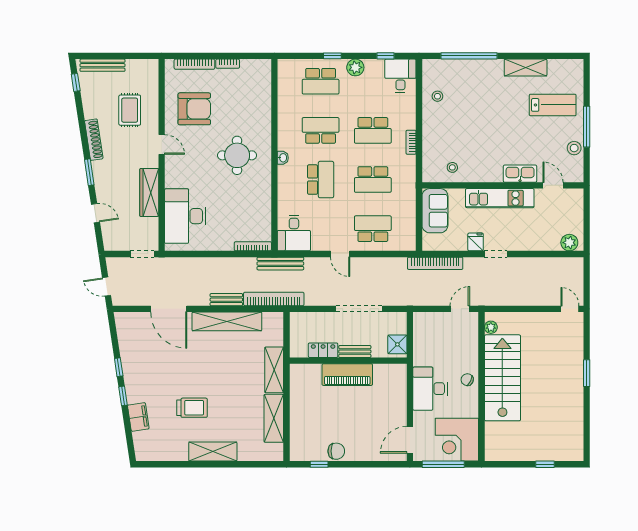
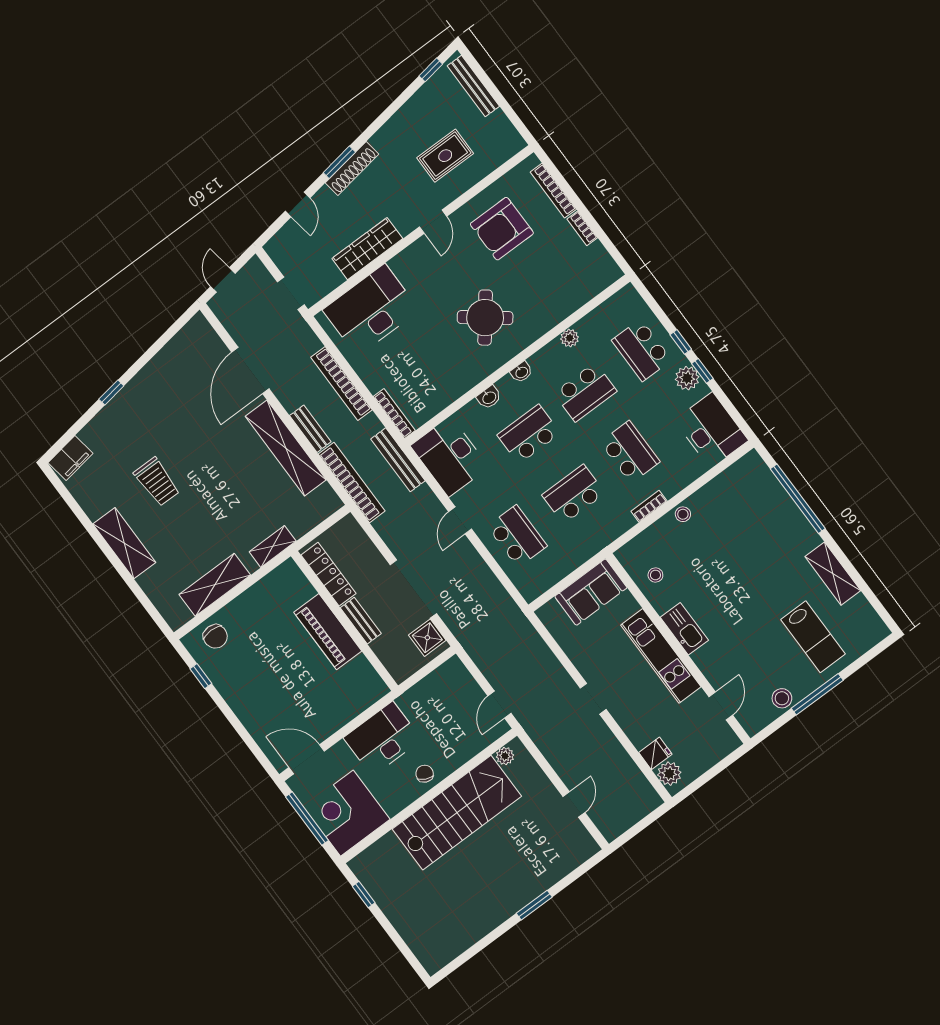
window: (386, 56) -> (702, 371), moved
desk: (400, 76) -> (711, 430), width x1.37
stool: (437, 96) -> (683, 514), moved
armchair: (194, 109) -> (502, 229), turned 90
plant: (284, 117) -> (570, 338), added
school desk: (321, 130) -> (585, 392), turned 90
school desk: (373, 130) -> (630, 452), turned 180
shoe rack: (94, 140) -> (352, 169), moved
round table: (237, 155) -> (485, 318), turned 38
kitchen sink: (520, 174) -> (684, 629), moved
school desk: (321, 180) -> (529, 434), turned 180
school desk: (373, 180) -> (574, 494), turned 90
washbasin: (283, 186) -> (489, 397), added
desk: (294, 233) -> (450, 456), width x1.37
fridge: (476, 242) -> (655, 753), moved
bookcase: (435, 263) -> (341, 383), moved
door: (460, 309) -> (500, 705), swing flipped
door: (570, 309) -> (574, 804), moved
shower: (397, 344) -> (427, 638), moved
locker: (323, 350) -> (328, 574), width x1.53
window: (119, 367) -> (141, 363), removed
shelving: (274, 370) -> (273, 546), width x0.67, depth x0.75
filing cabinet: (138, 417) -> (71, 458), moved
chair: (336, 451) -> (215, 636), moved
window: (545, 464) -> (364, 894), moved

